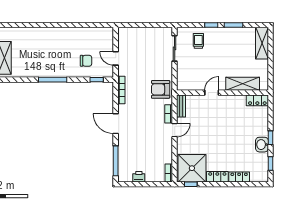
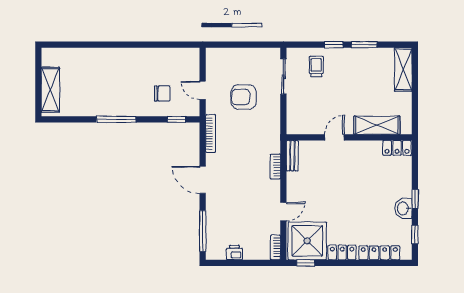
armchair: (161, 89) -> (244, 97), moved
door: (175, 130) -> (283, 212), moved
locker: (239, 177) -> (379, 253), width x1.53

